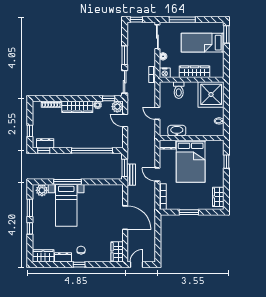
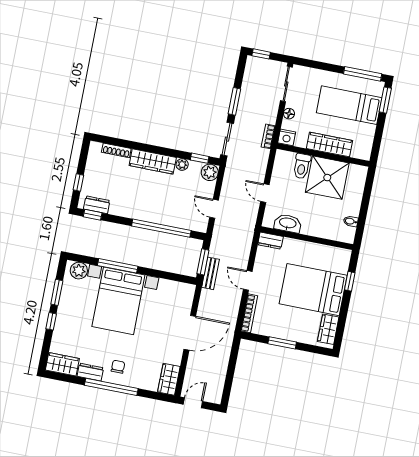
window: (182, 20) -> (363, 74), moved
shower: (211, 94) -> (327, 178), moved
door: (125, 120) -> (214, 209), moved
bed: (191, 161) -> (313, 290), moved, turned 90
bed with nightstands: (66, 205) -> (118, 301), width x1.36
door: (125, 218) -> (190, 333), hinge flipped
window: (79, 265) -> (111, 387), width x3.17

